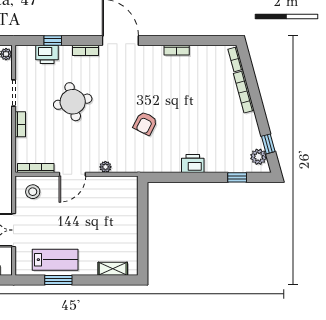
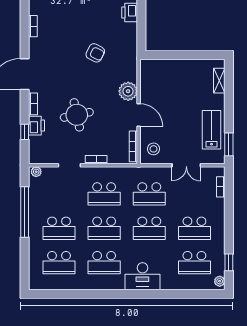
printer: (47, 54) -> (36, 126), moved
plant: (105, 167) -> (128, 91), width x1.88, depth x1.88
window: (58, 280) -> (229, 144), moved

